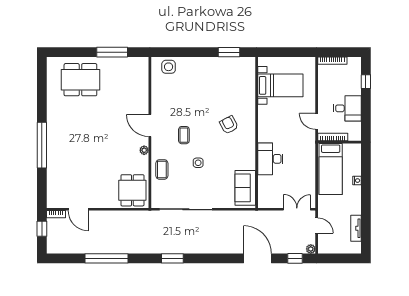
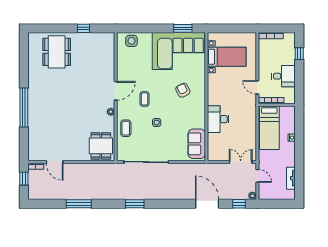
window: (112, 52) -> (84, 28), width x0.46
corner sofa: (224, 79) -> (178, 51), added
dining table: (80, 80) -> (57, 52), turned 90
door: (150, 125) -> (116, 91), swing flipped
window: (107, 258) -> (79, 204), width x0.68

